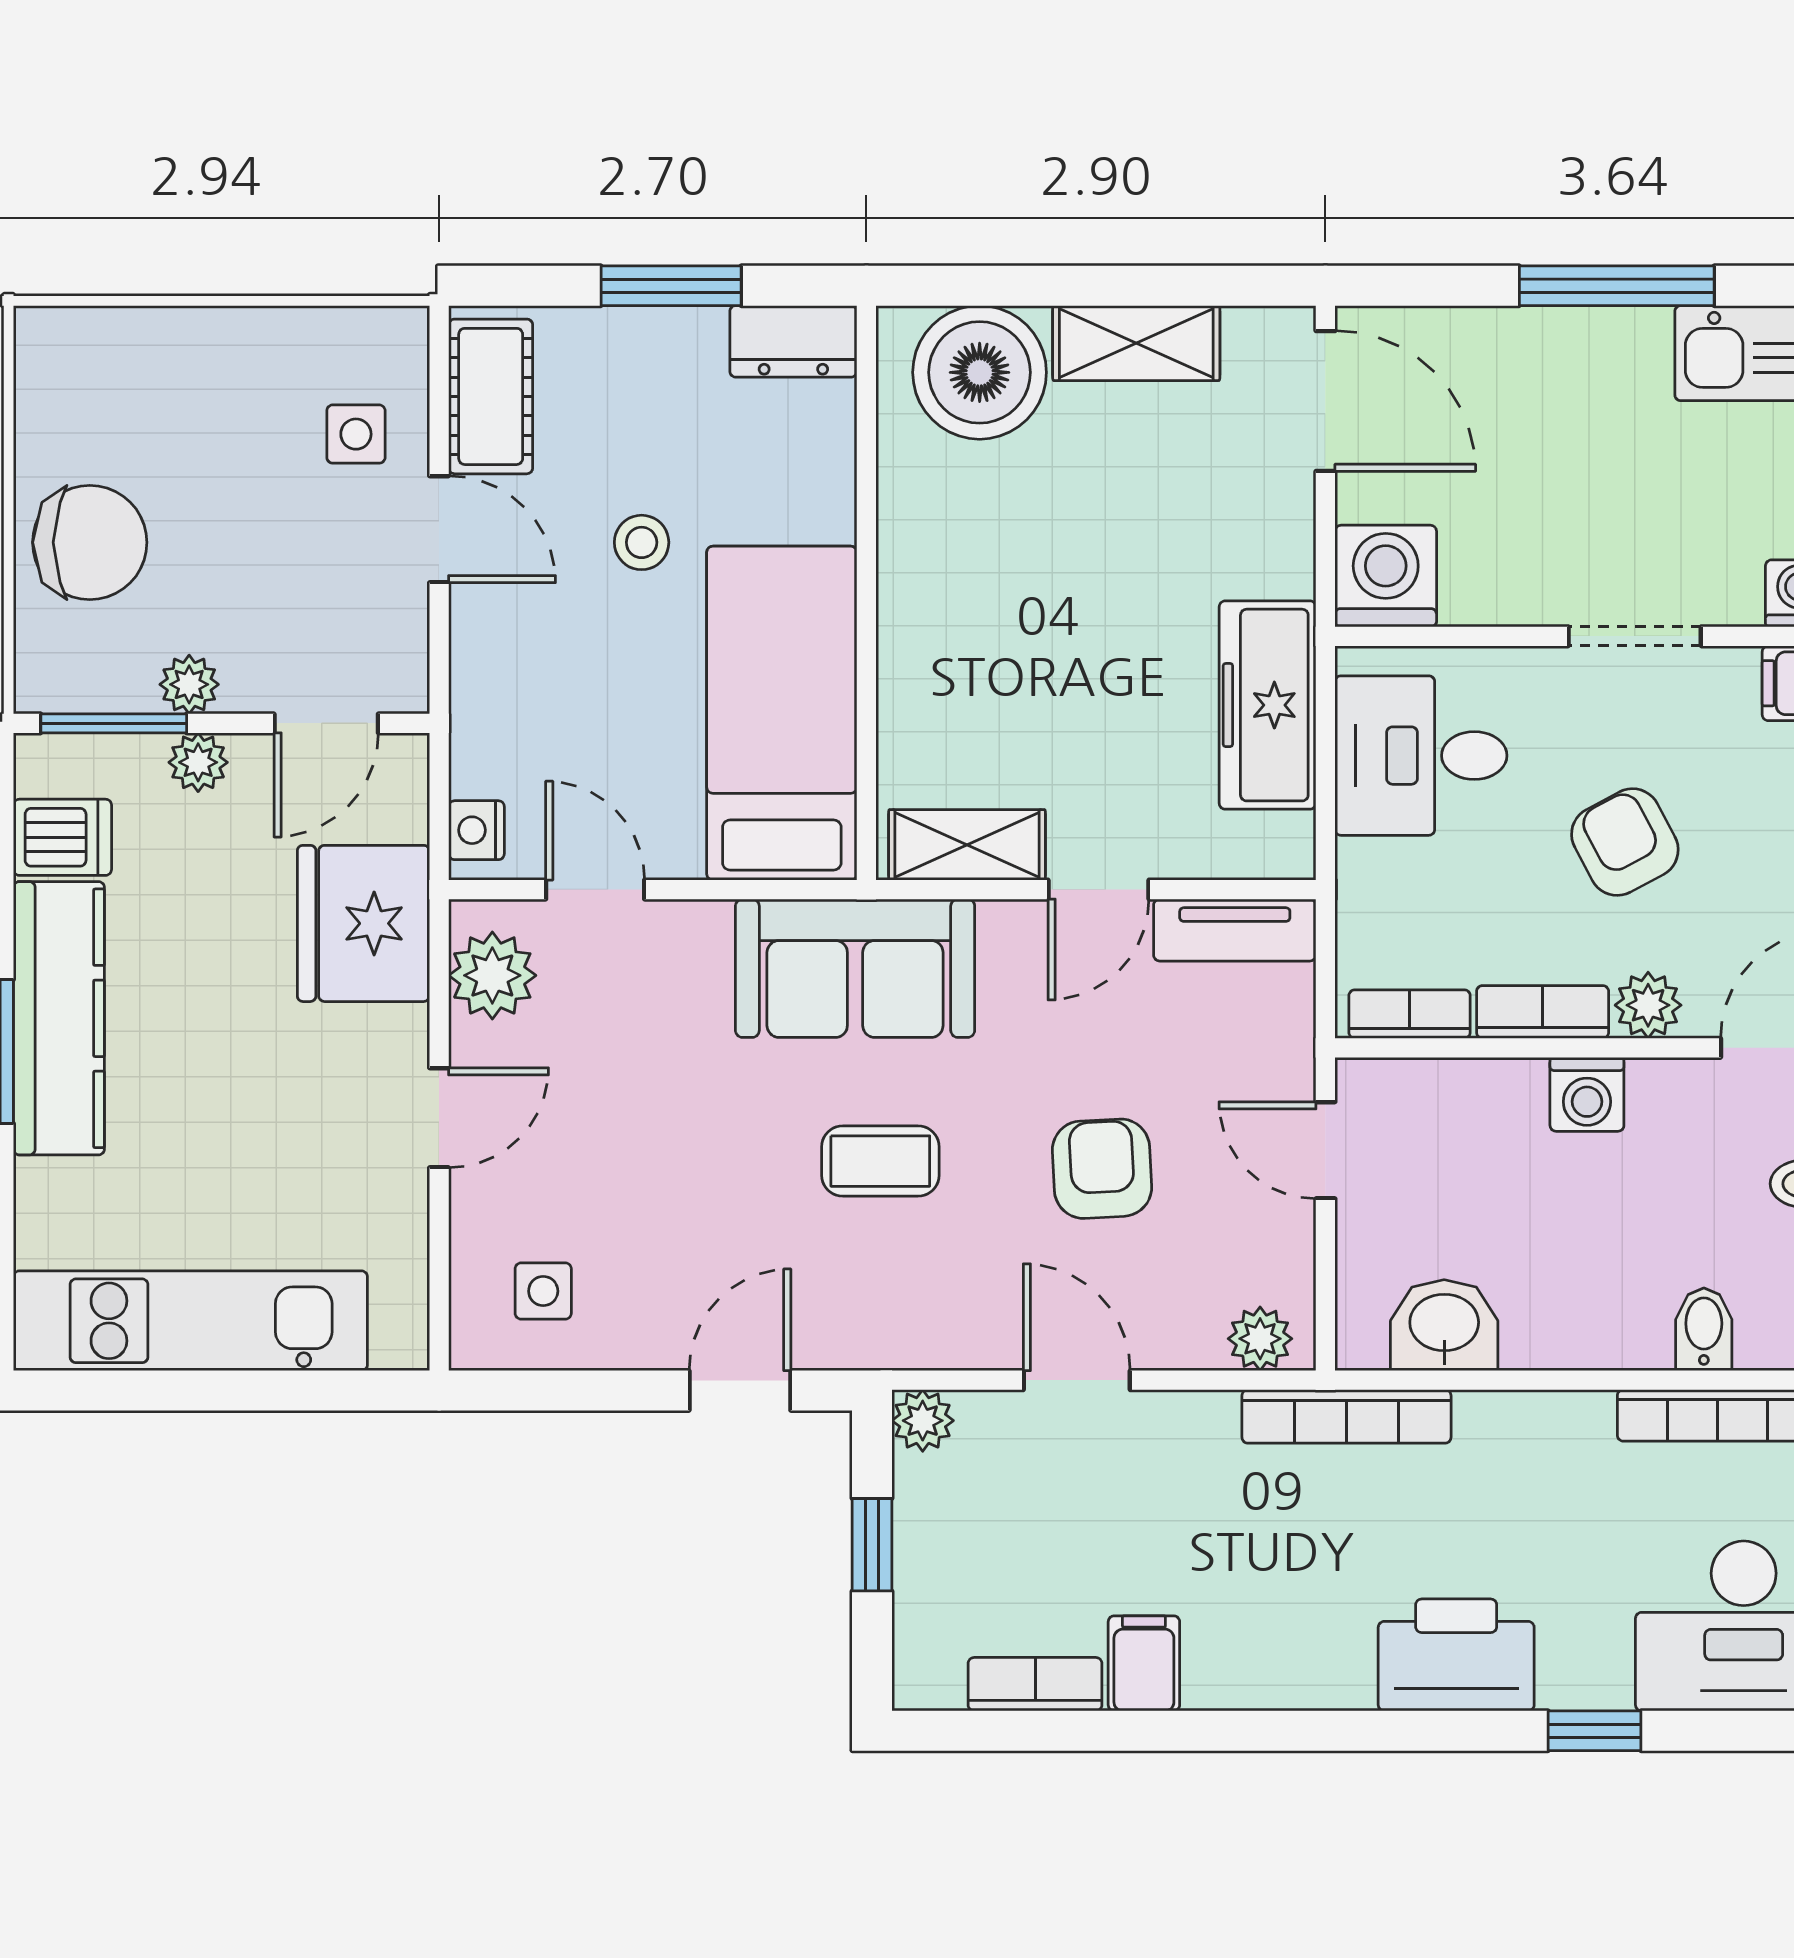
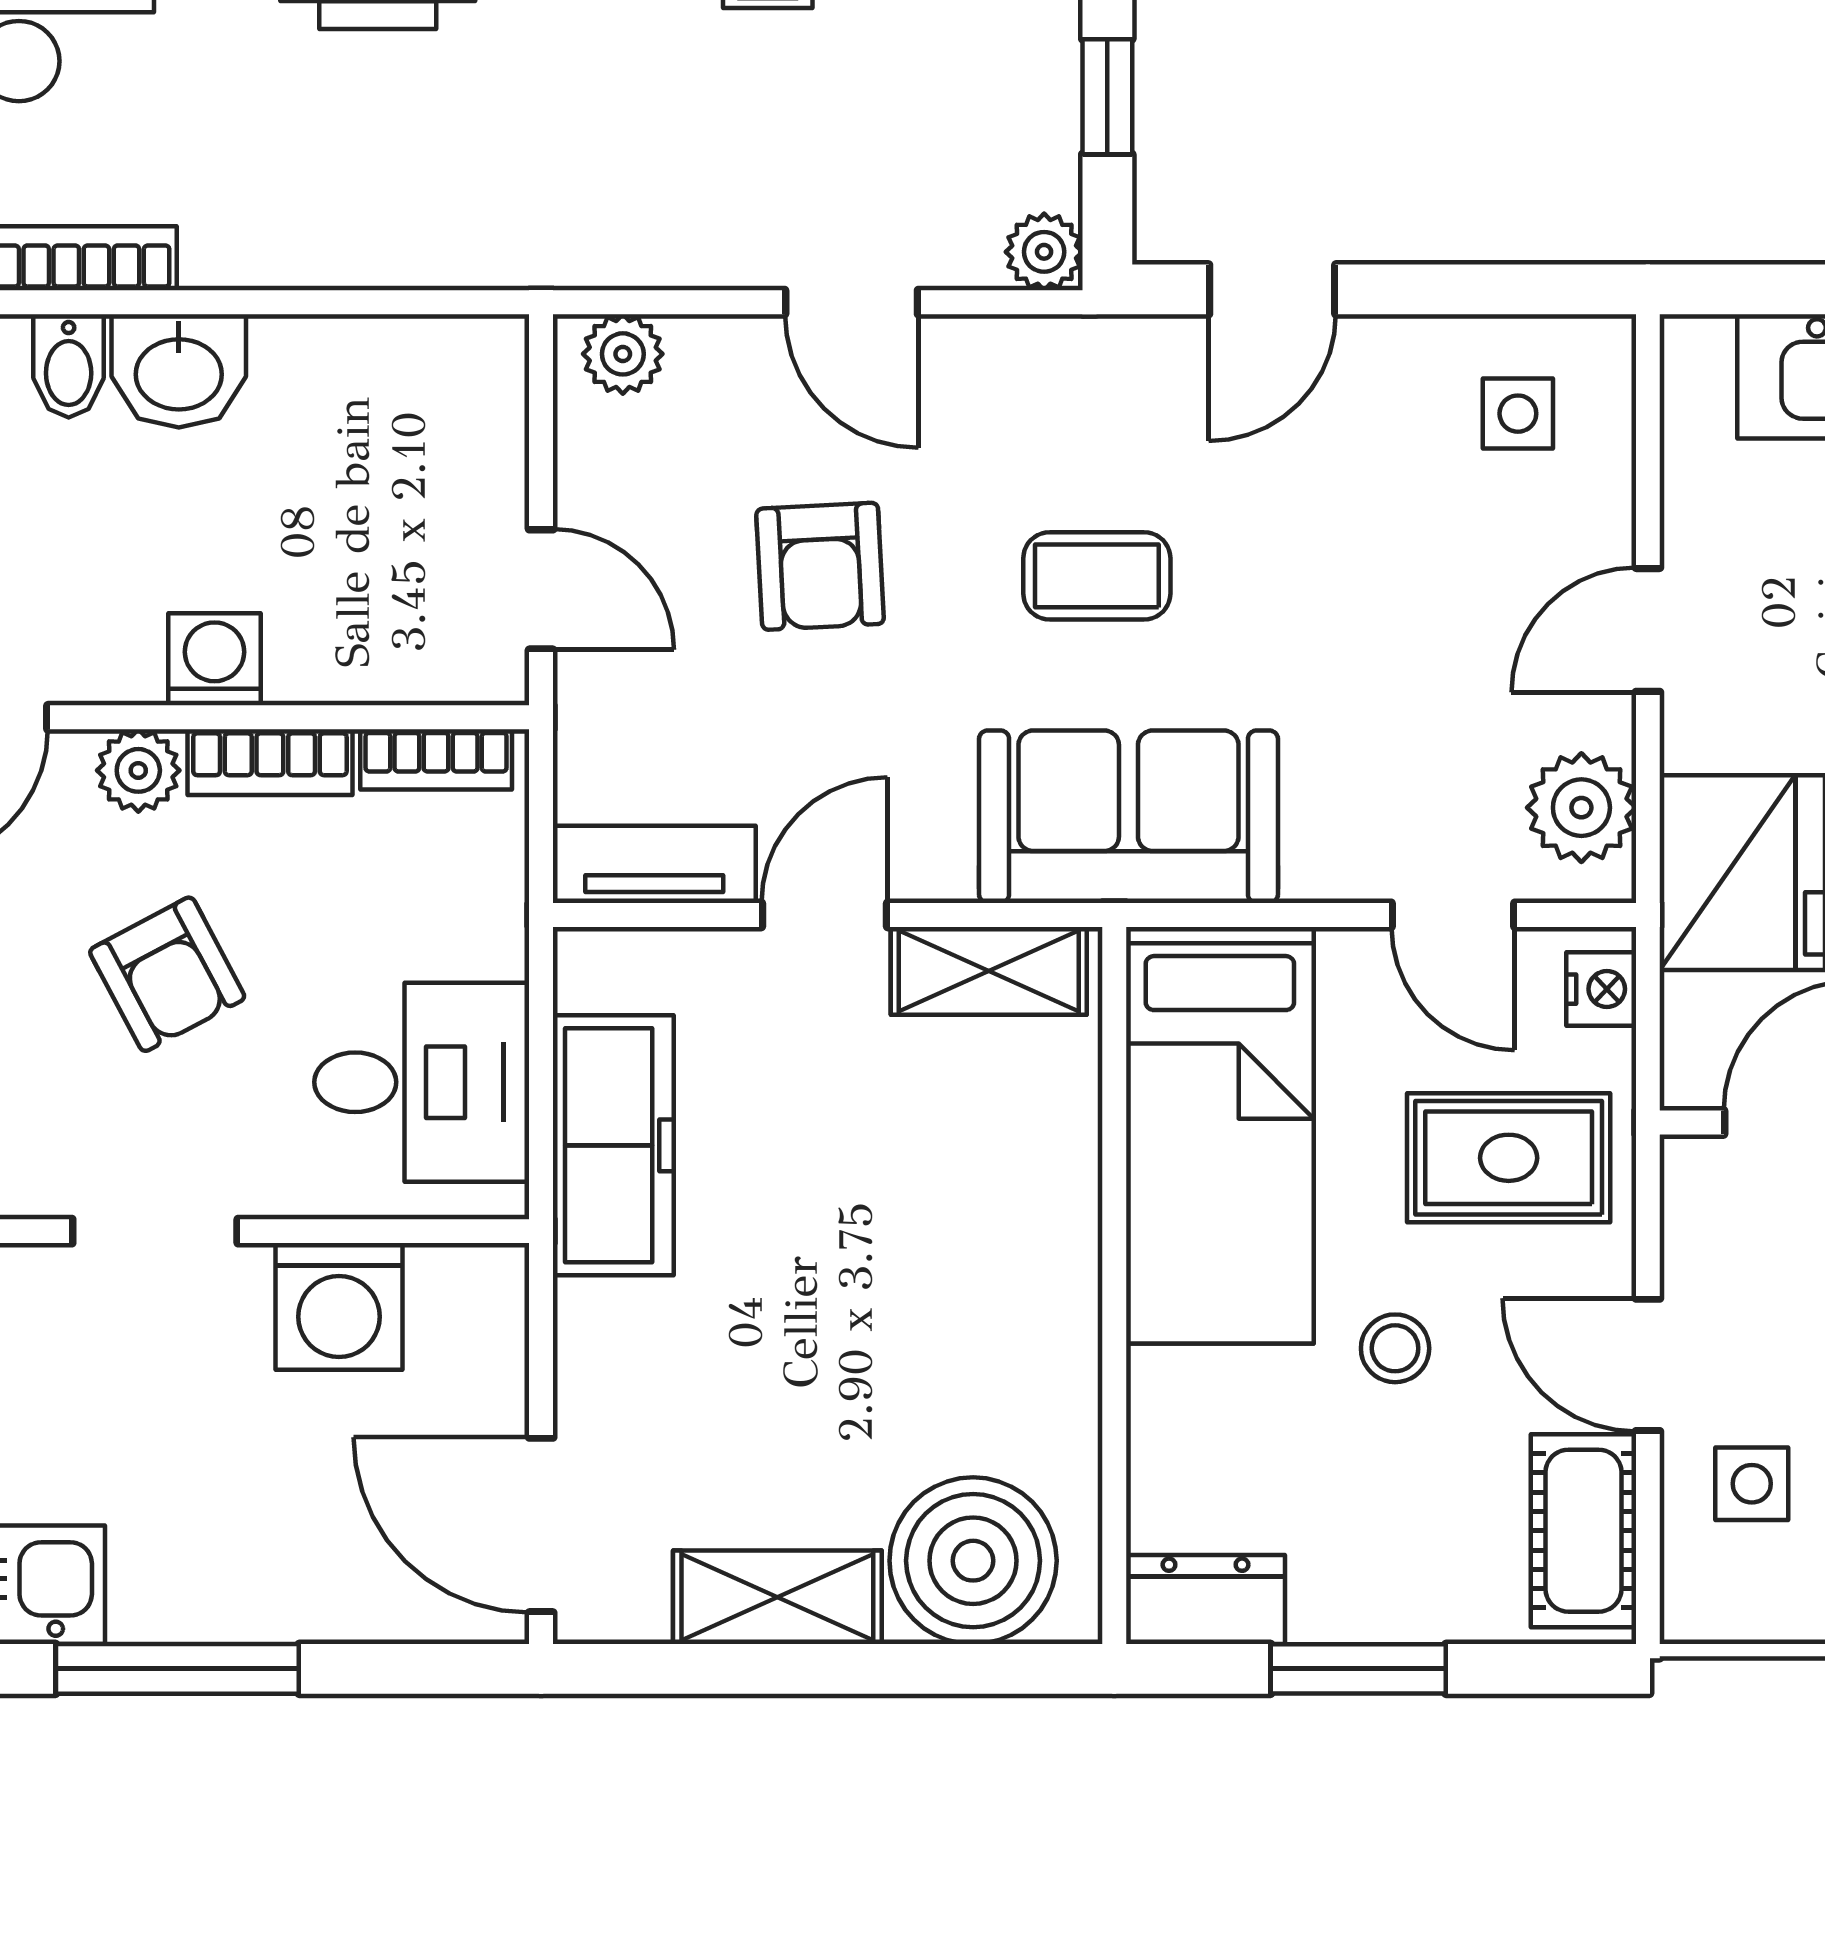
washing machine: (1386, 576) -> (339, 1306), moved
rug: (551, 695) -> (1509, 1158), added
washbasin: (1444, 1325) -> (179, 371), moved
bookcase: (1346, 1416) -> (515, 257), removed

